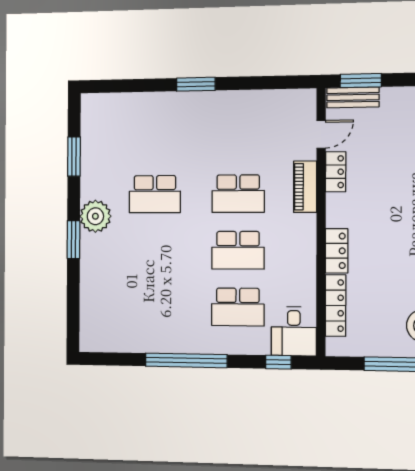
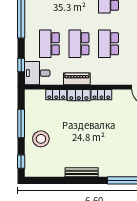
locker: (336, 172) -> (101, 95), moved
piano: (305, 187) -> (77, 79), moved
locker: (336, 305) -> (56, 95), width x0.66

